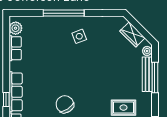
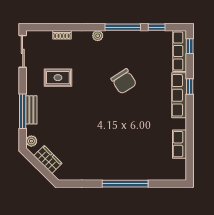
plant: (16, 28) -> (179, 167), removed
side table: (79, 36) -> (108, 158), removed
bench: (147, 74) -> (31, 110), width x0.73

